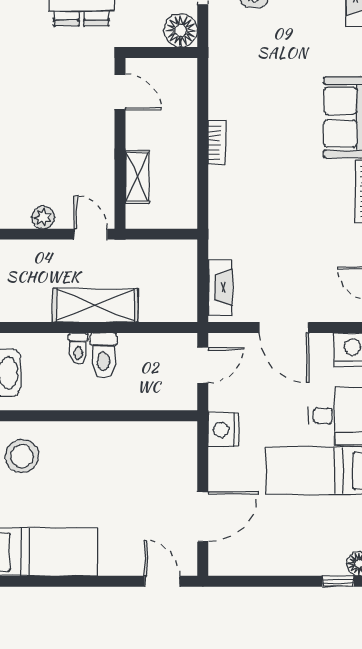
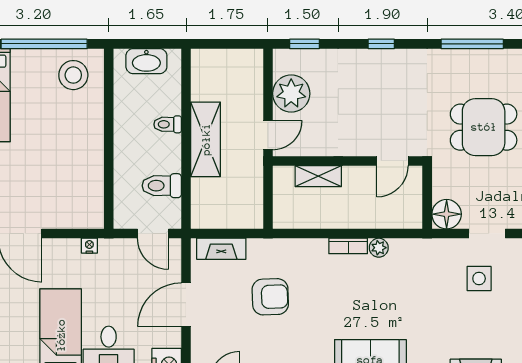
plant: (219, 108) -> (379, 248), added
plant: (43, 217) -> (291, 94), width x1.88, depth x1.88
armchair: (275, 231) -> (270, 297), added
toilet: (104, 355) -> (162, 186), moved
nightstand: (223, 430) -> (89, 246), width x0.53, depth x0.56

